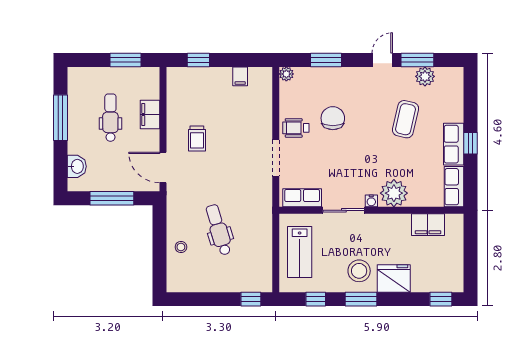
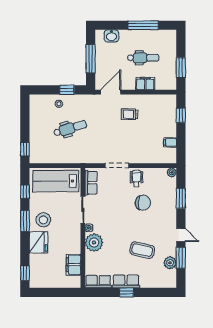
window: (160, 235) -> (67, 90), added
lab bench: (300, 252) -> (56, 181), width x1.36, depth x1.39

